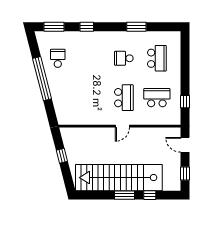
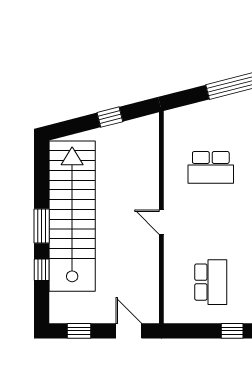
school desk: (124, 98) -> (211, 167), moved
window: (185, 102) -> (232, 331), moved
door: (185, 145) -> (129, 331), hinge flipped

